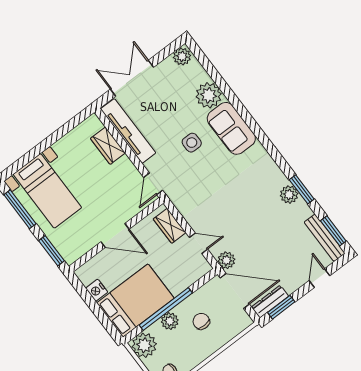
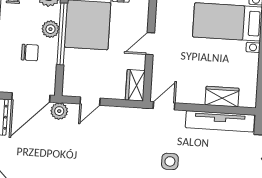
door: (153, 184) -> (164, 106), hinge flipped
wardrobe: (170, 226) -> (135, 85), moved, turned -90
door: (115, 235) -> (150, 44), width x0.73

